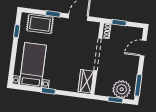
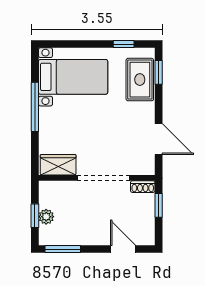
window: (53, 14) -> (159, 72), moved
plant: (122, 89) -> (46, 217), width x0.53, depth x0.53
window: (48, 91) -> (35, 107), width x2.17

